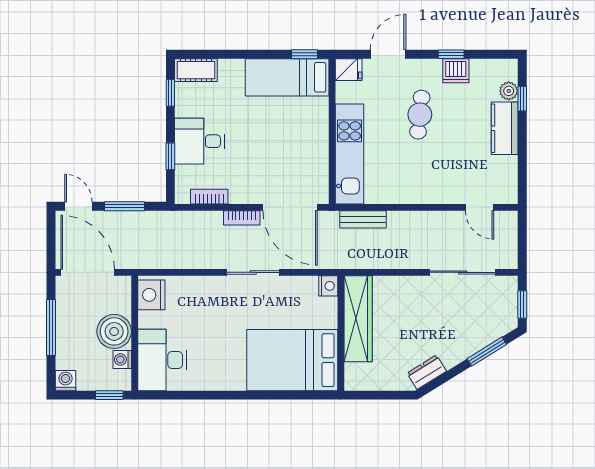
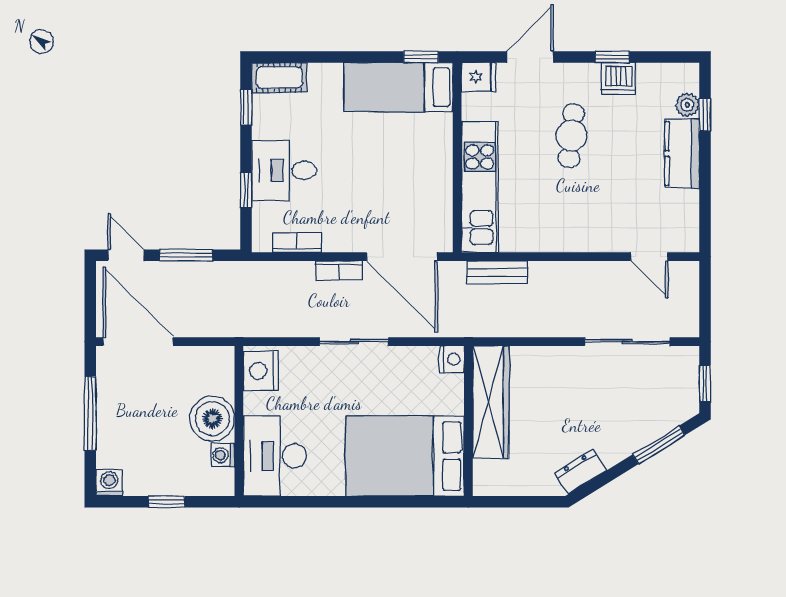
nightstand: (151, 295) -> (261, 371), moved
boiler: (114, 331) -> (212, 419), moved
wall: (135, 333) -> (239, 421), moved
washing machine: (122, 359) -> (223, 455), moved
desk: (162, 360) -> (275, 456), moved

